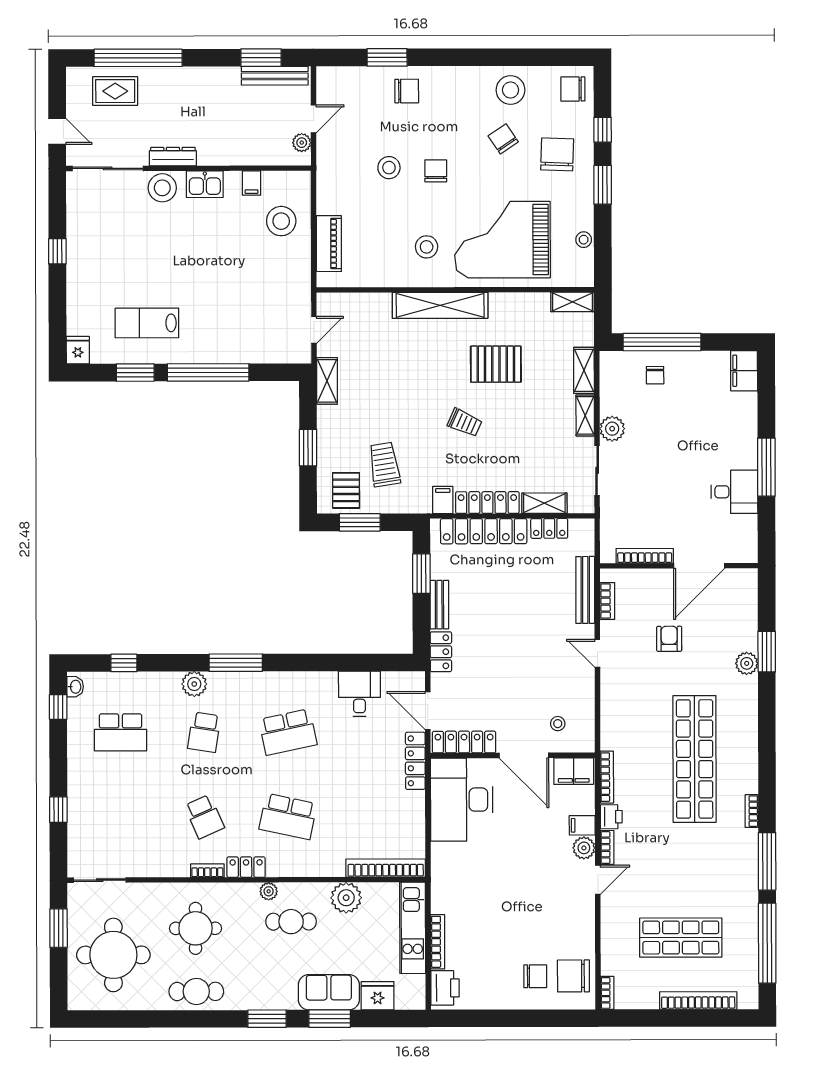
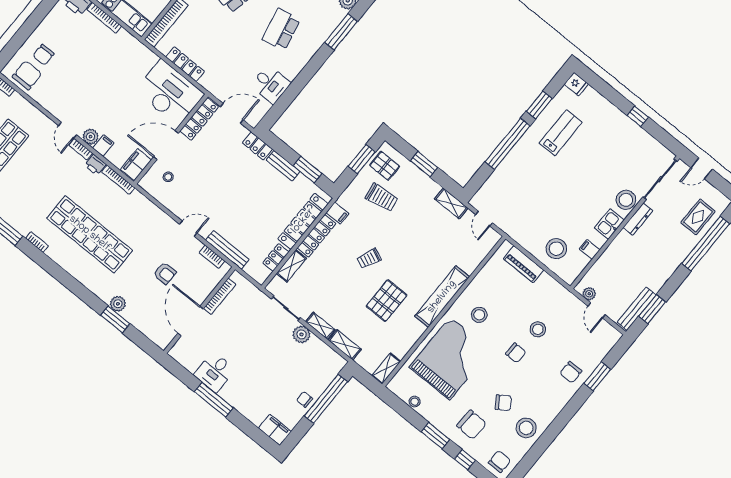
chair: (655, 375) -> (305, 399), moved
locker: (415, 761) -> (185, 64), moved

